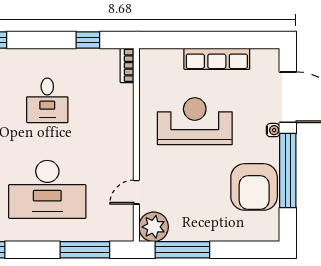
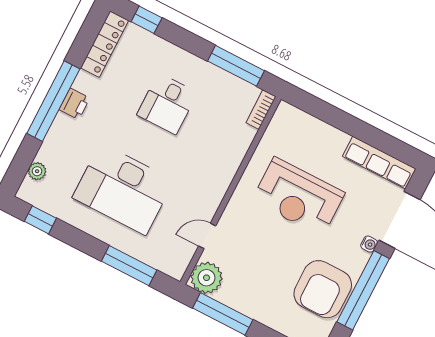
window: (88, 40) -> (236, 66), width x2.17
row of seats: (217, 59) -> (379, 163), moved
reception desk: (195, 121) -> (298, 197), turned 180

